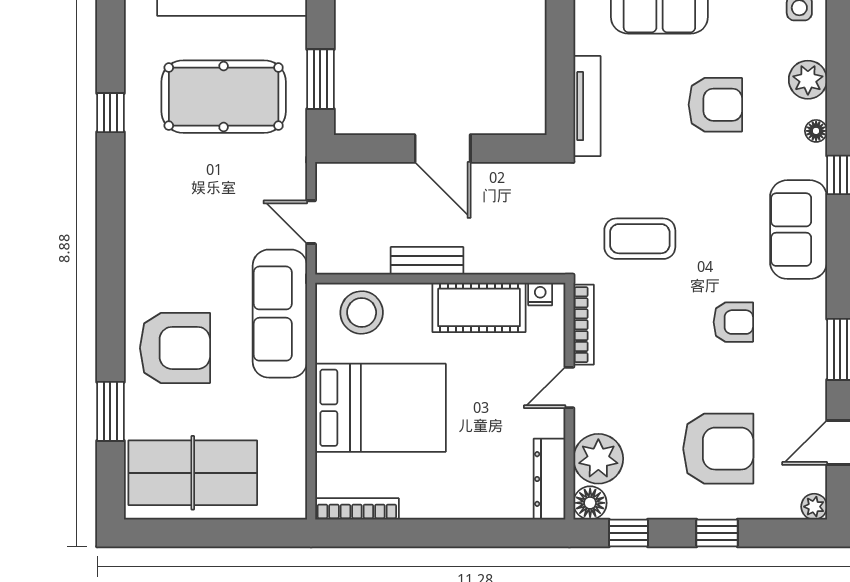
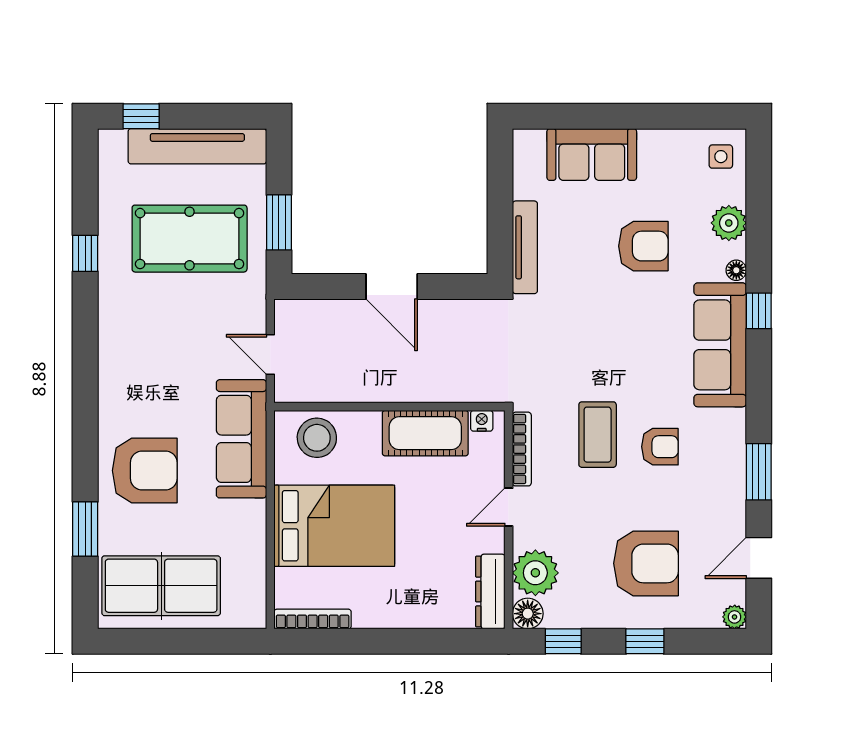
sofa: (799, 230) -> (720, 345), width x1.36
coffee table: (640, 239) -> (598, 435), moved, turned 90
bench: (427, 261) -> (377, 390), removed

